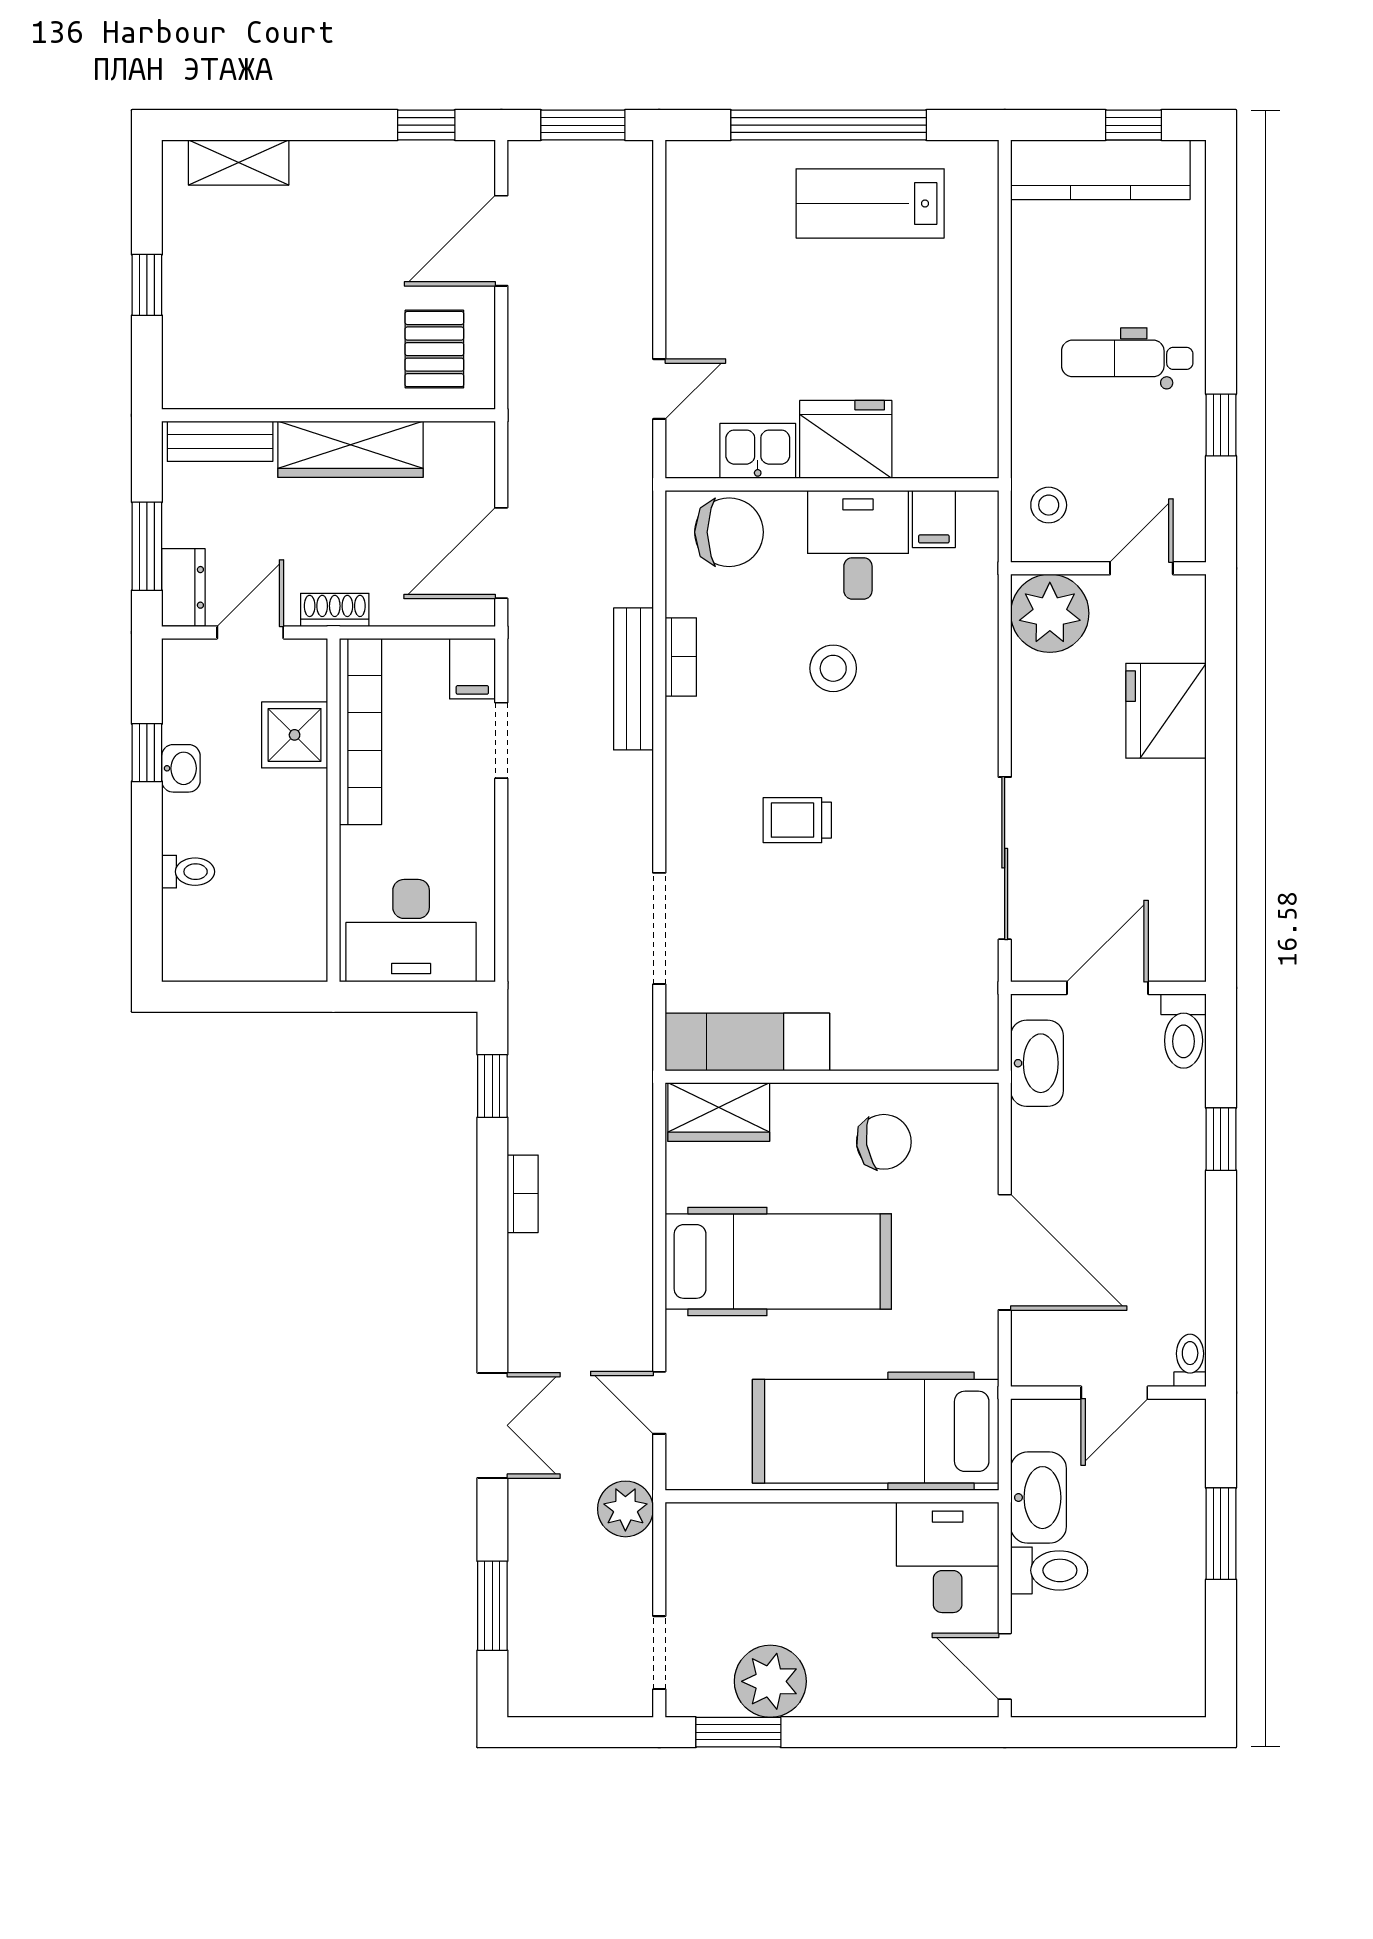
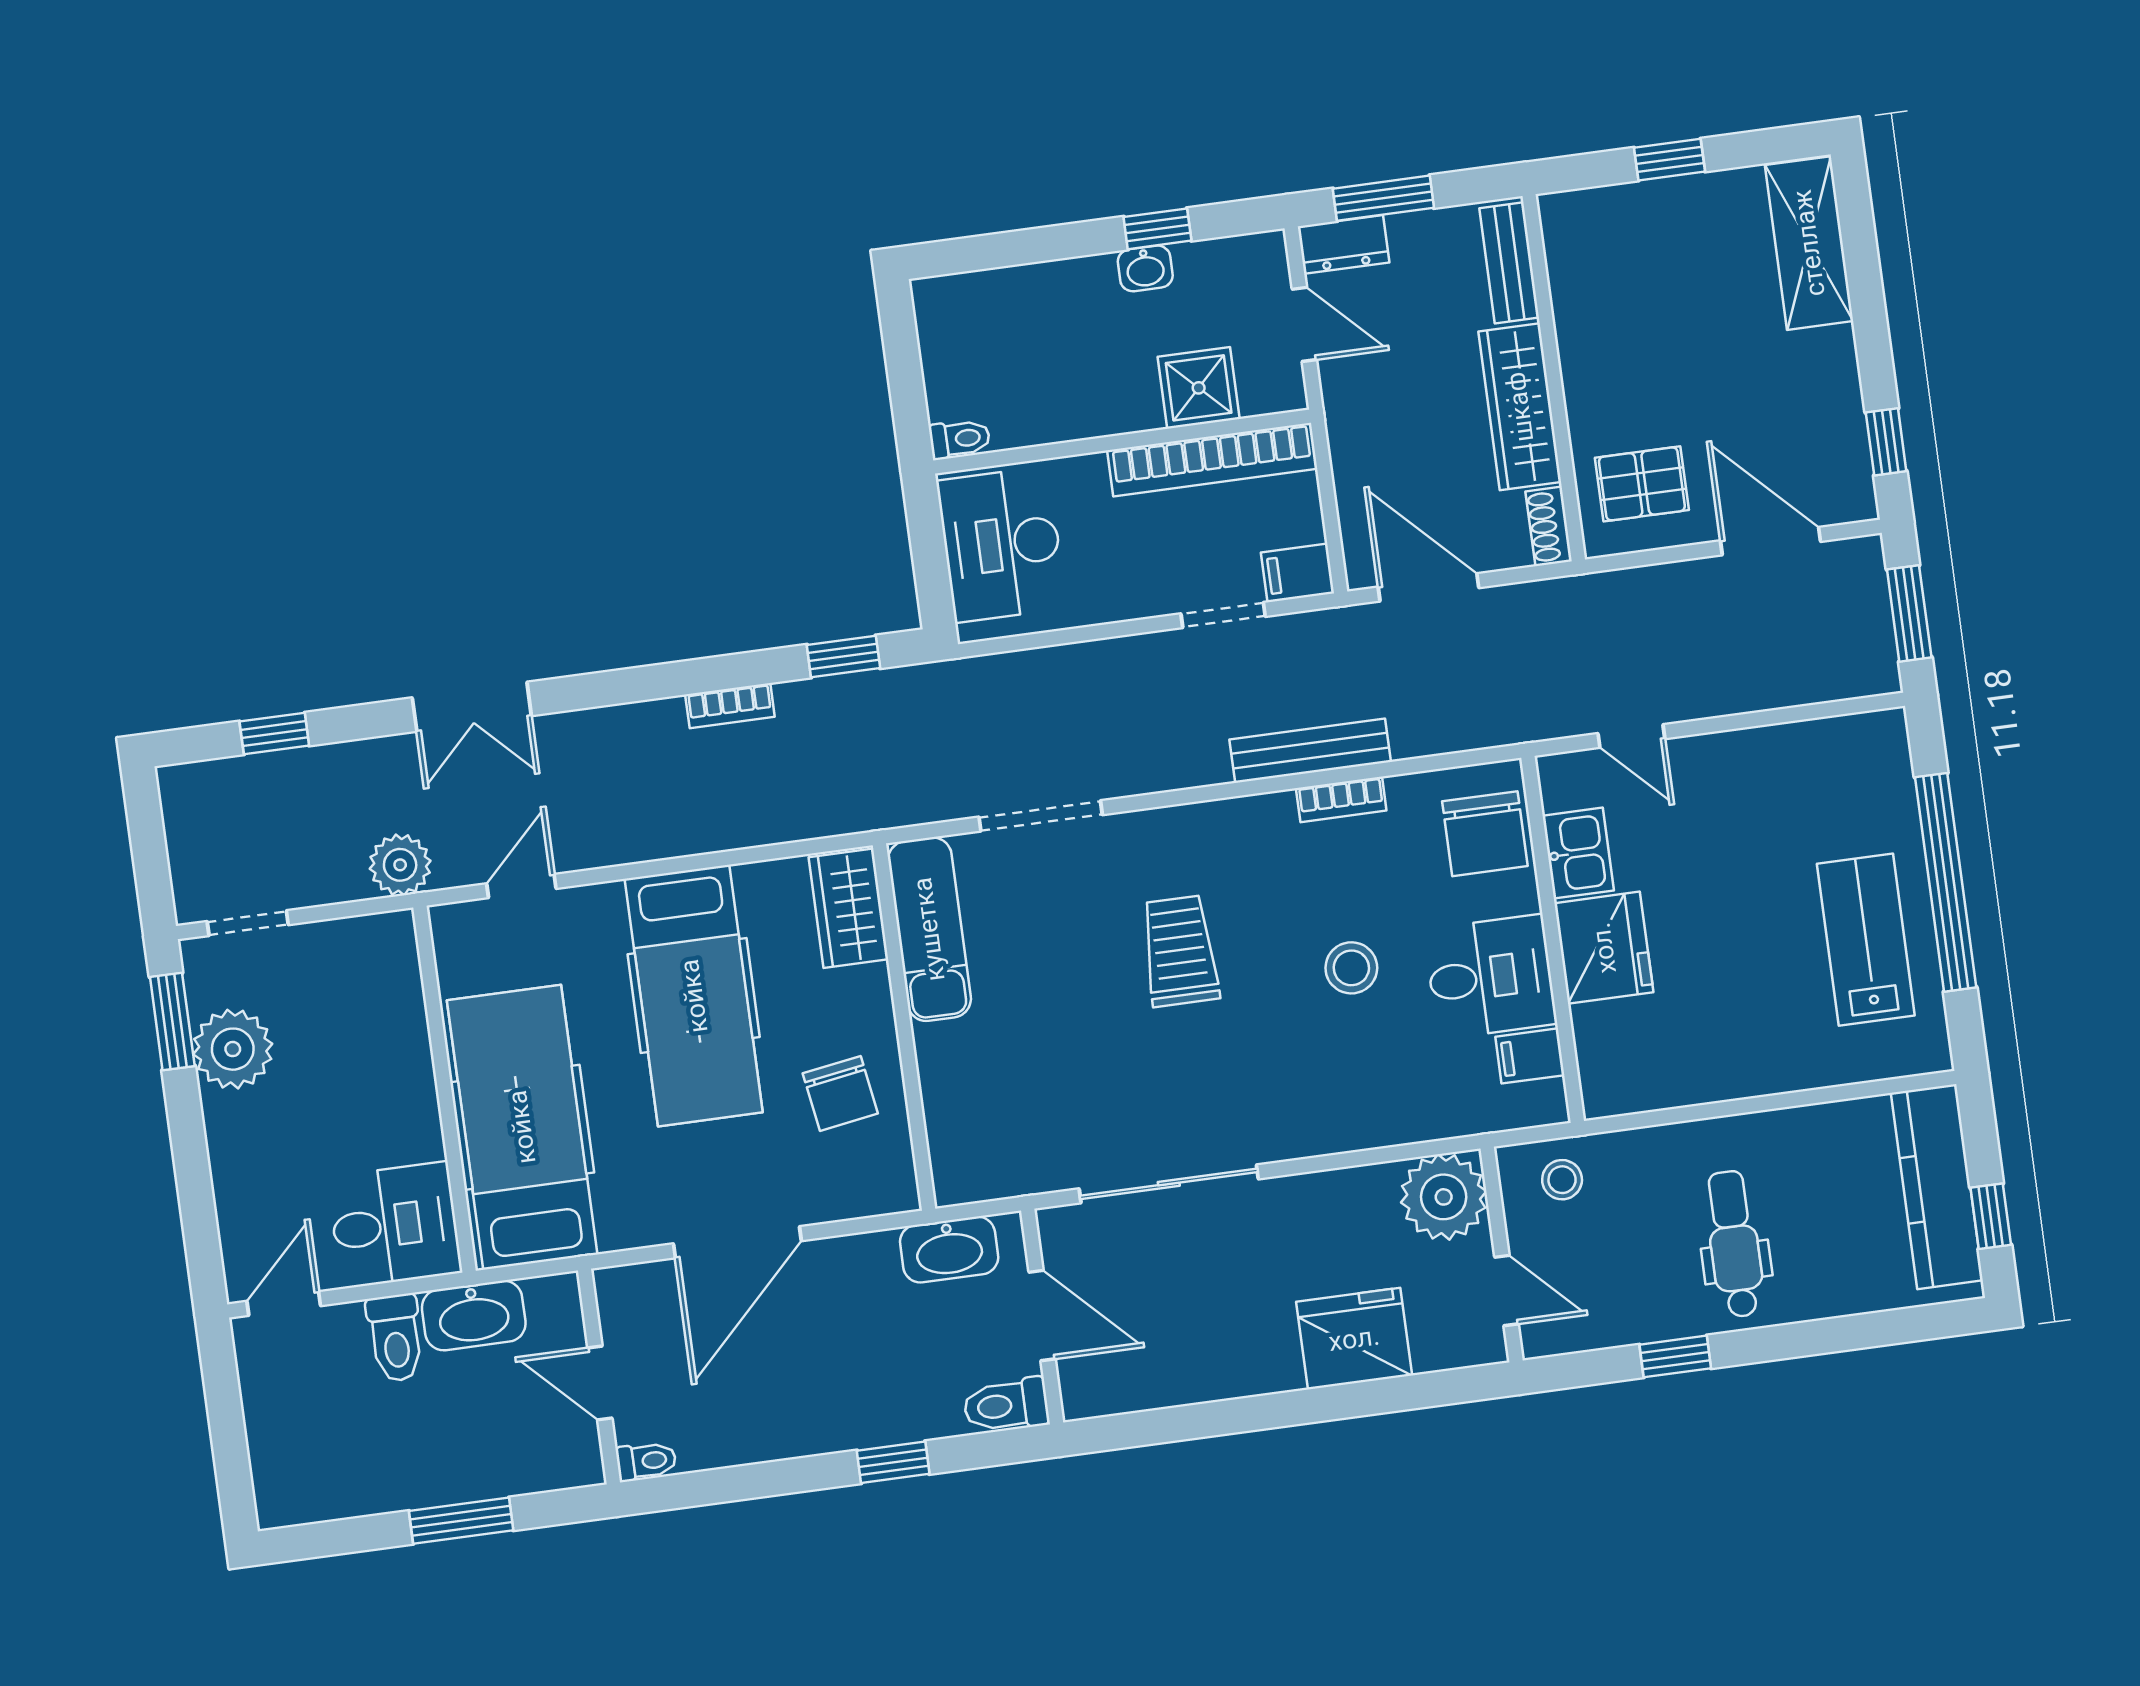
shelving: (239, 162) -> (1809, 243), width x1.50, depth x1.33
shoe rack: (335, 610) -> (1549, 526), moved, turned 180
trolley: (797, 820) -> (1180, 951), width x1.36, depth x1.39
toilet: (188, 872) -> (960, 439), moved, turned -90
window: (492, 1606) -> (274, 733), width x0.67

